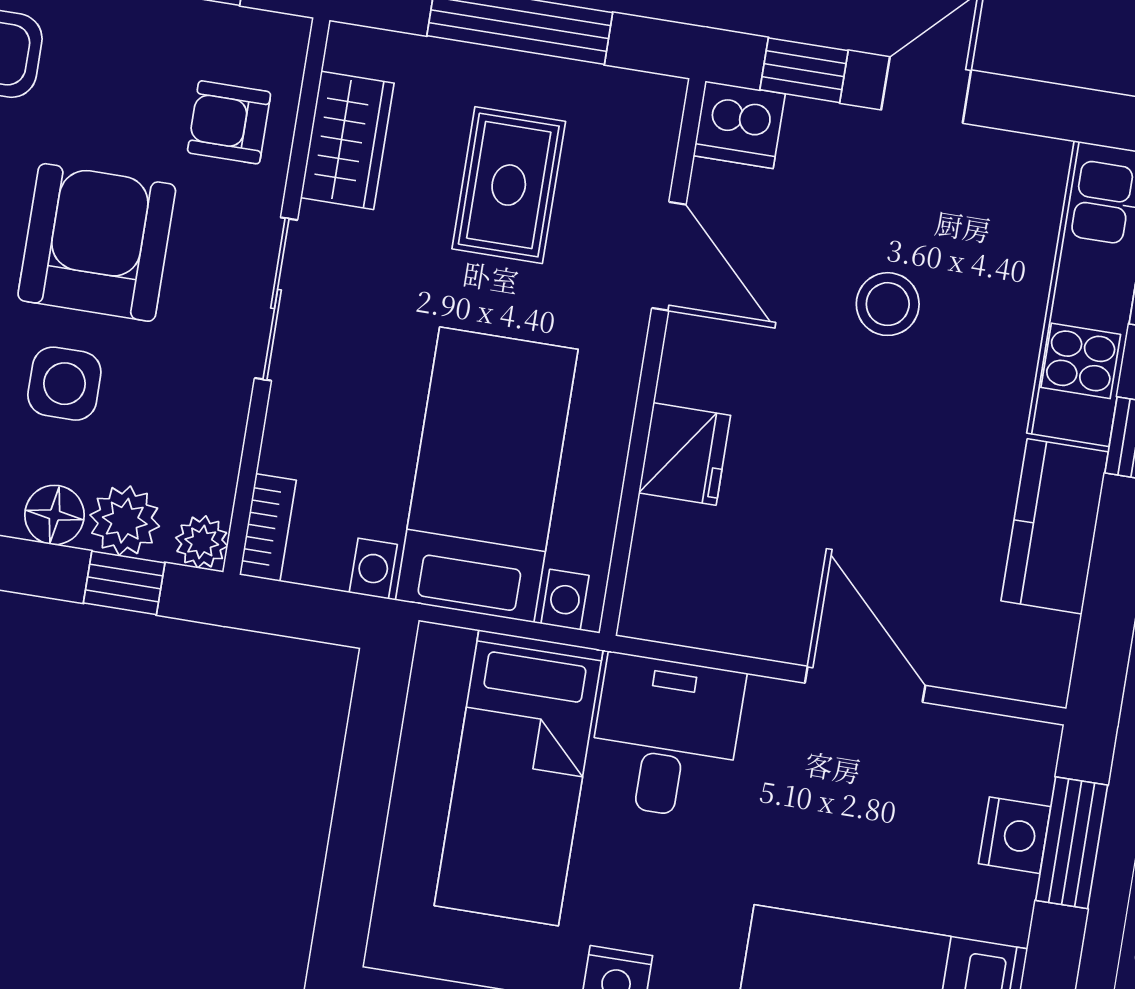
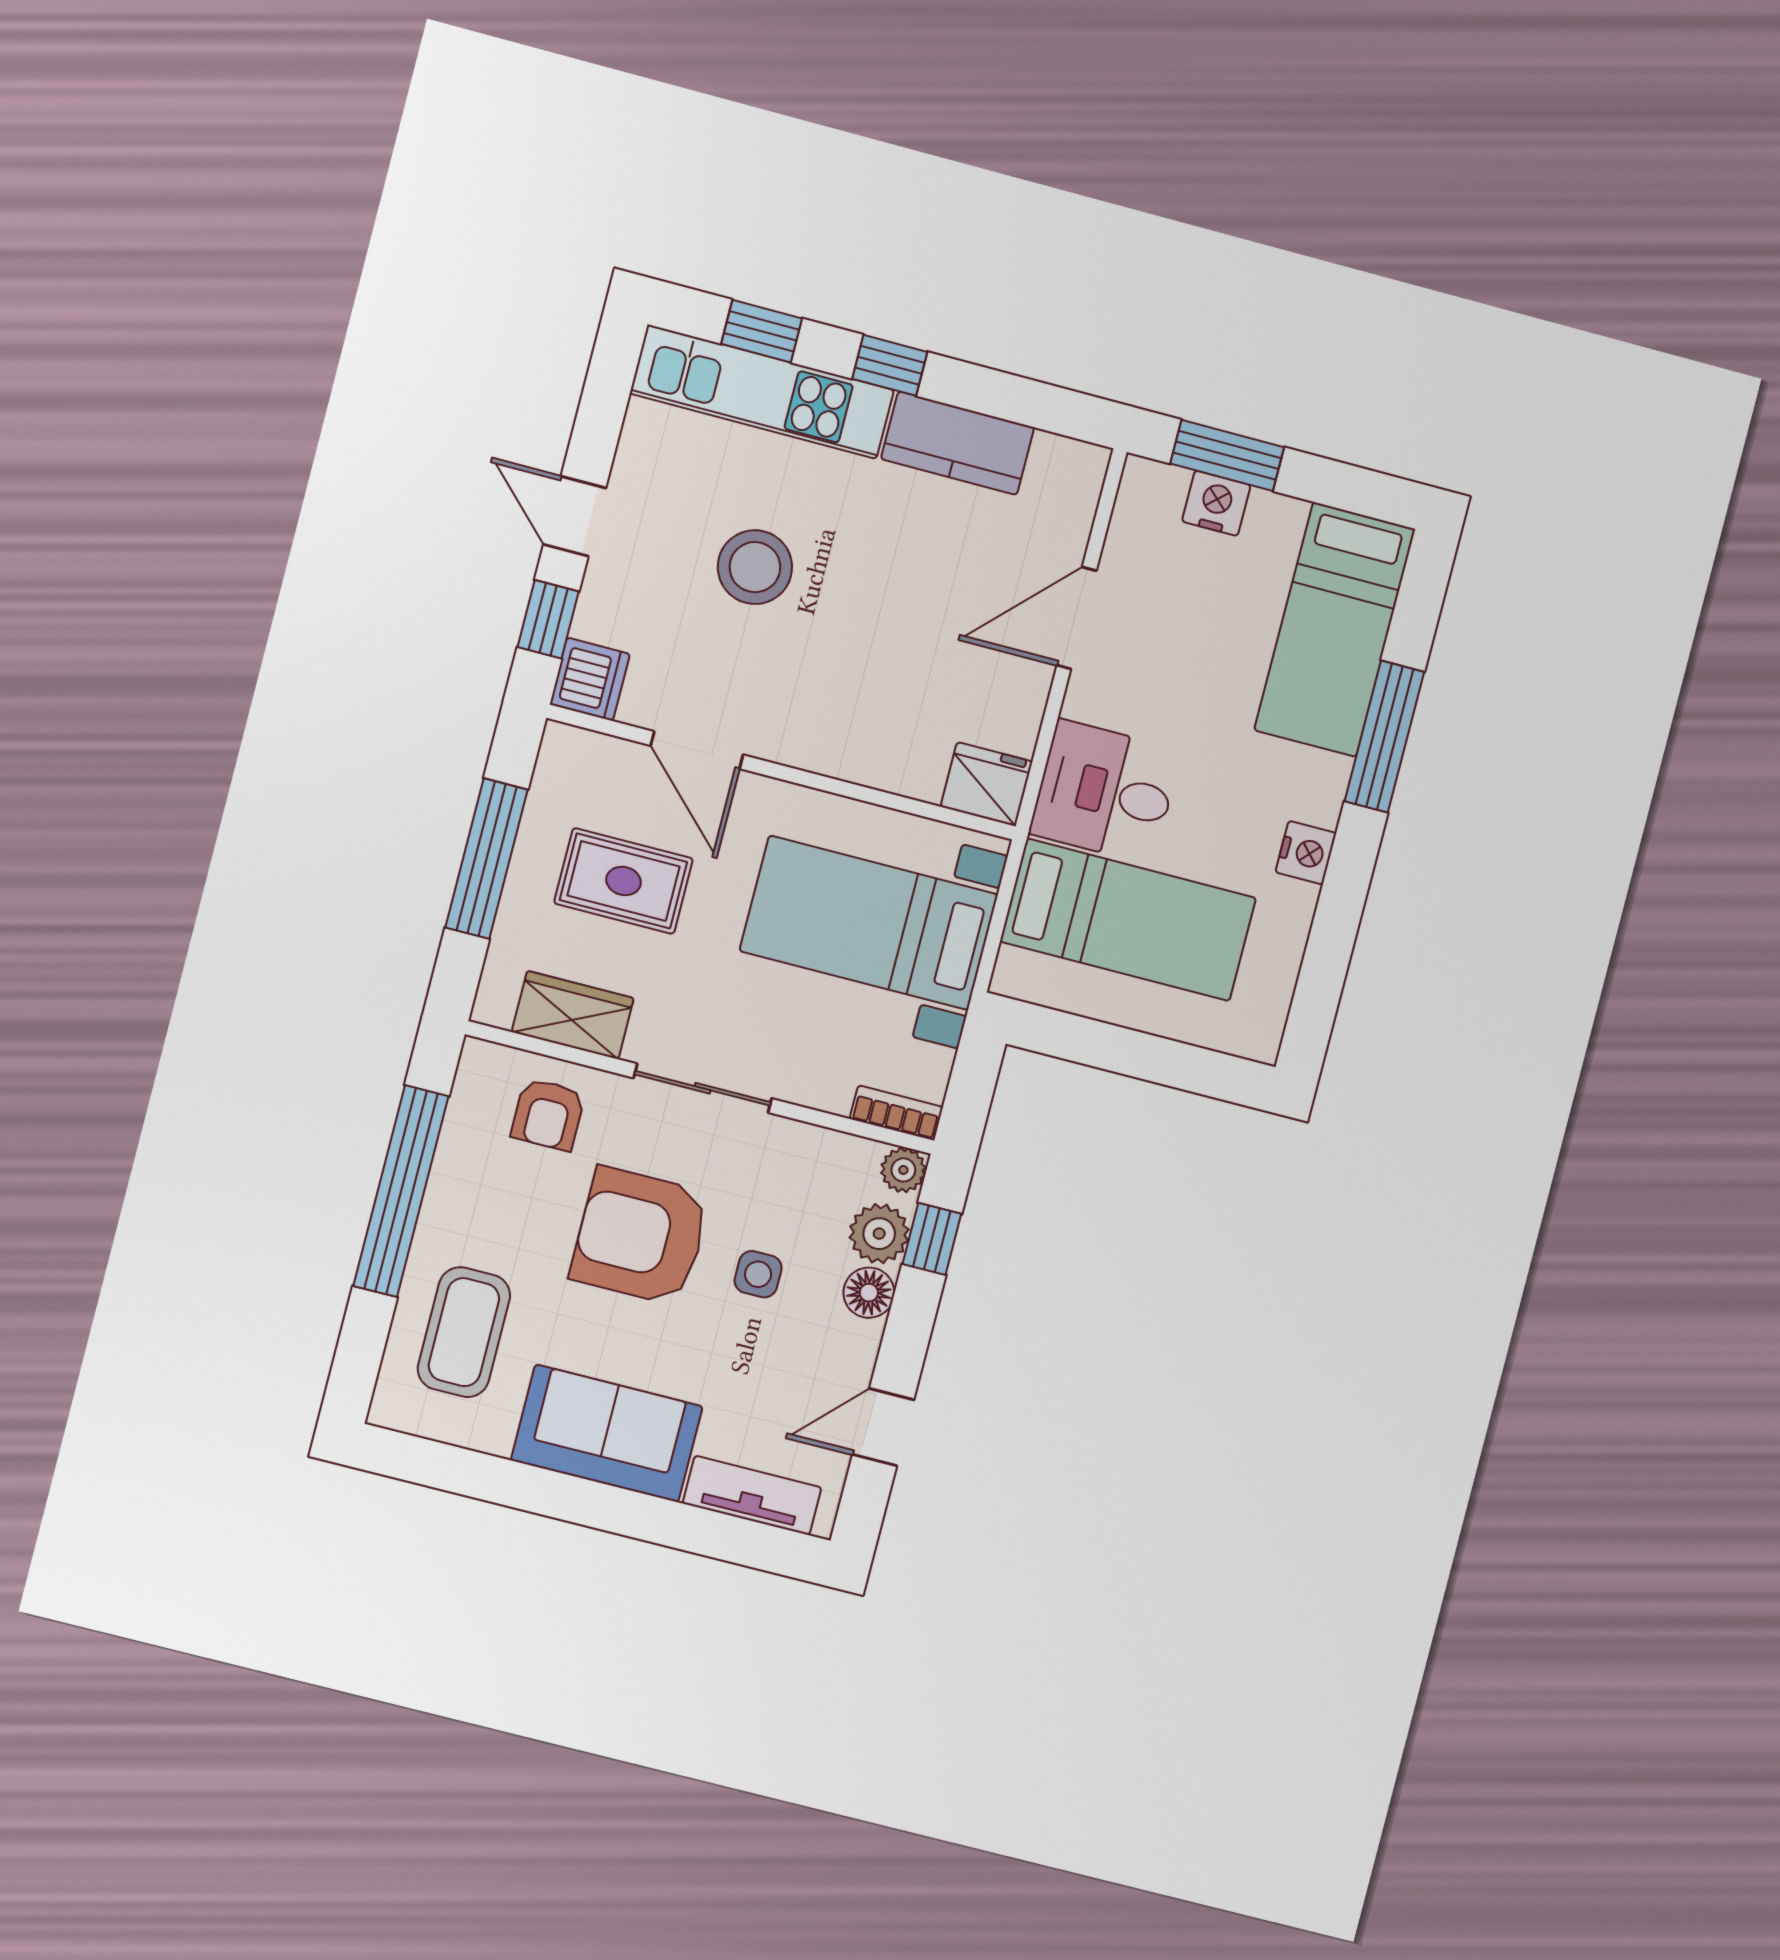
door: (669, 256) -> (697, 750), swing flipped
stool: (888, 304) -> (755, 567), width x1.38, depth x1.38
side table: (64, 384) -> (758, 1274), width x0.73, depth x0.73
fridge: (685, 454) -> (986, 784), moved

